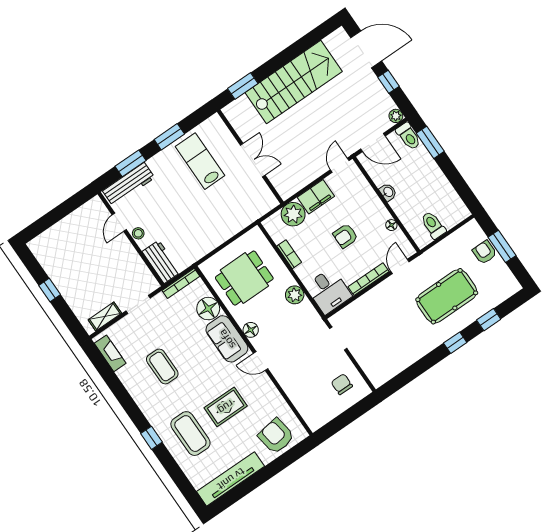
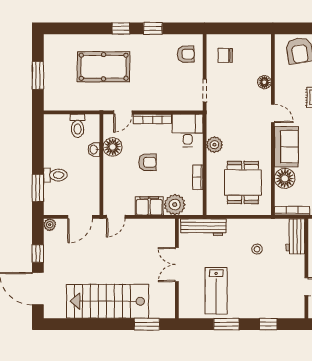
toilet: (408, 136) -> (55, 175), moved, turned 90
door: (373, 142) -> (80, 217), swing flipped
window: (131, 163) -> (268, 324), width x0.67
workbench: (129, 184) -> (203, 227), moved, turned 180
washbasin: (388, 192) -> (94, 150), moved
floor lamp: (391, 225) -> (113, 147), width x1.89, depth x1.89
stool: (138, 233) -> (257, 249), moved
armchair: (485, 252) -> (186, 54), moved, turned -90
dining table: (244, 278) -> (243, 182), turned 90
window: (489, 320) -> (153, 28), moved
floor lamp: (251, 330) -> (264, 82), moved
chair: (342, 384) -> (225, 55), turned 90

